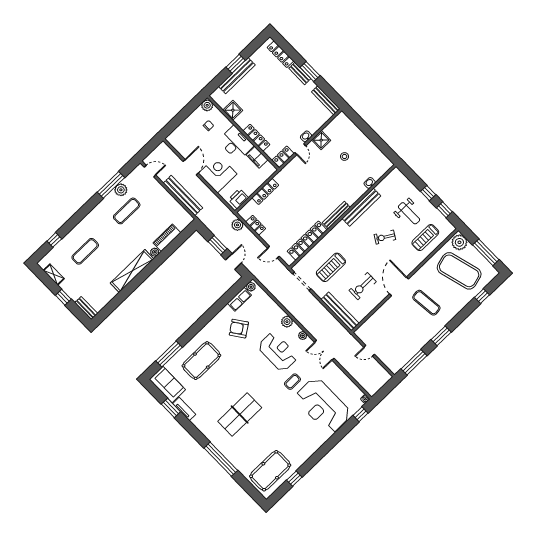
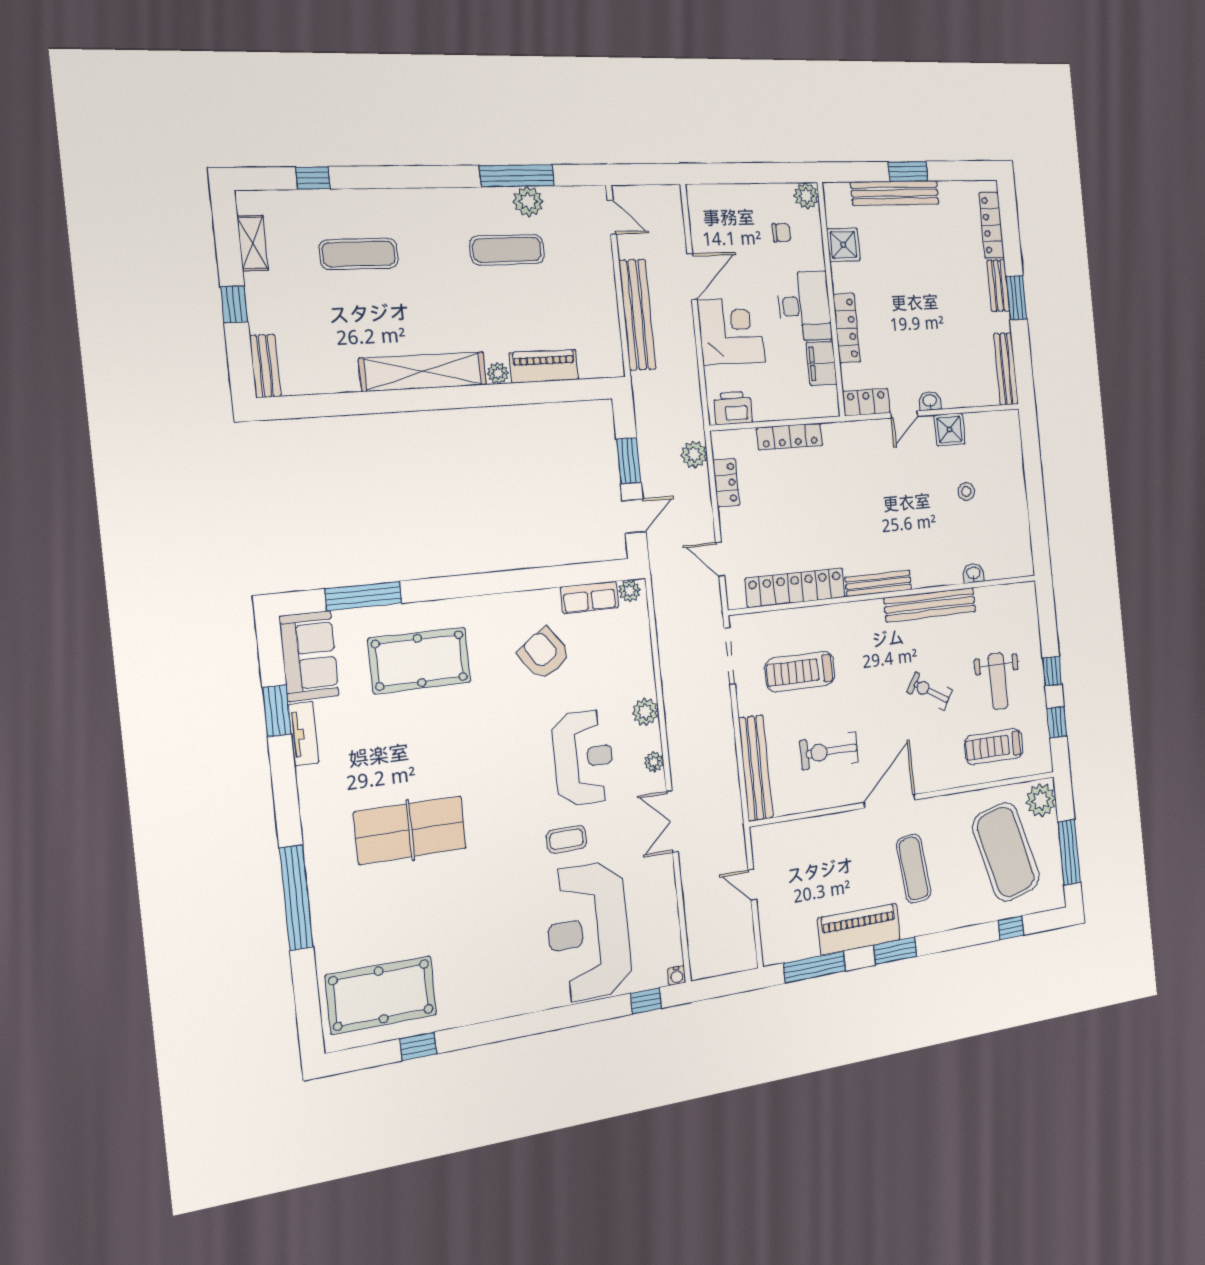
piano: (421, 338) -> (859, 929), added

